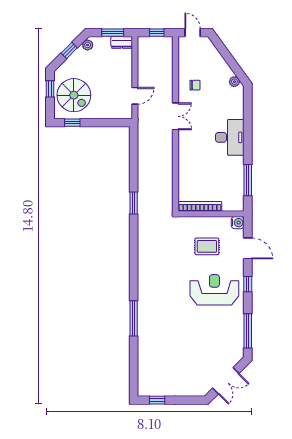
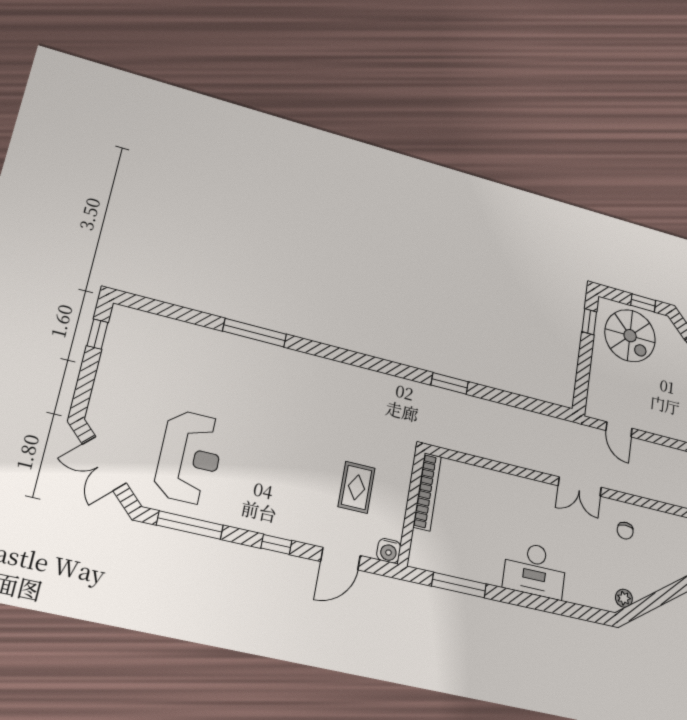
spiral stairs: (74, 95) -> (630, 336), turned -90
reception desk: (214, 290) -> (190, 457), moved

